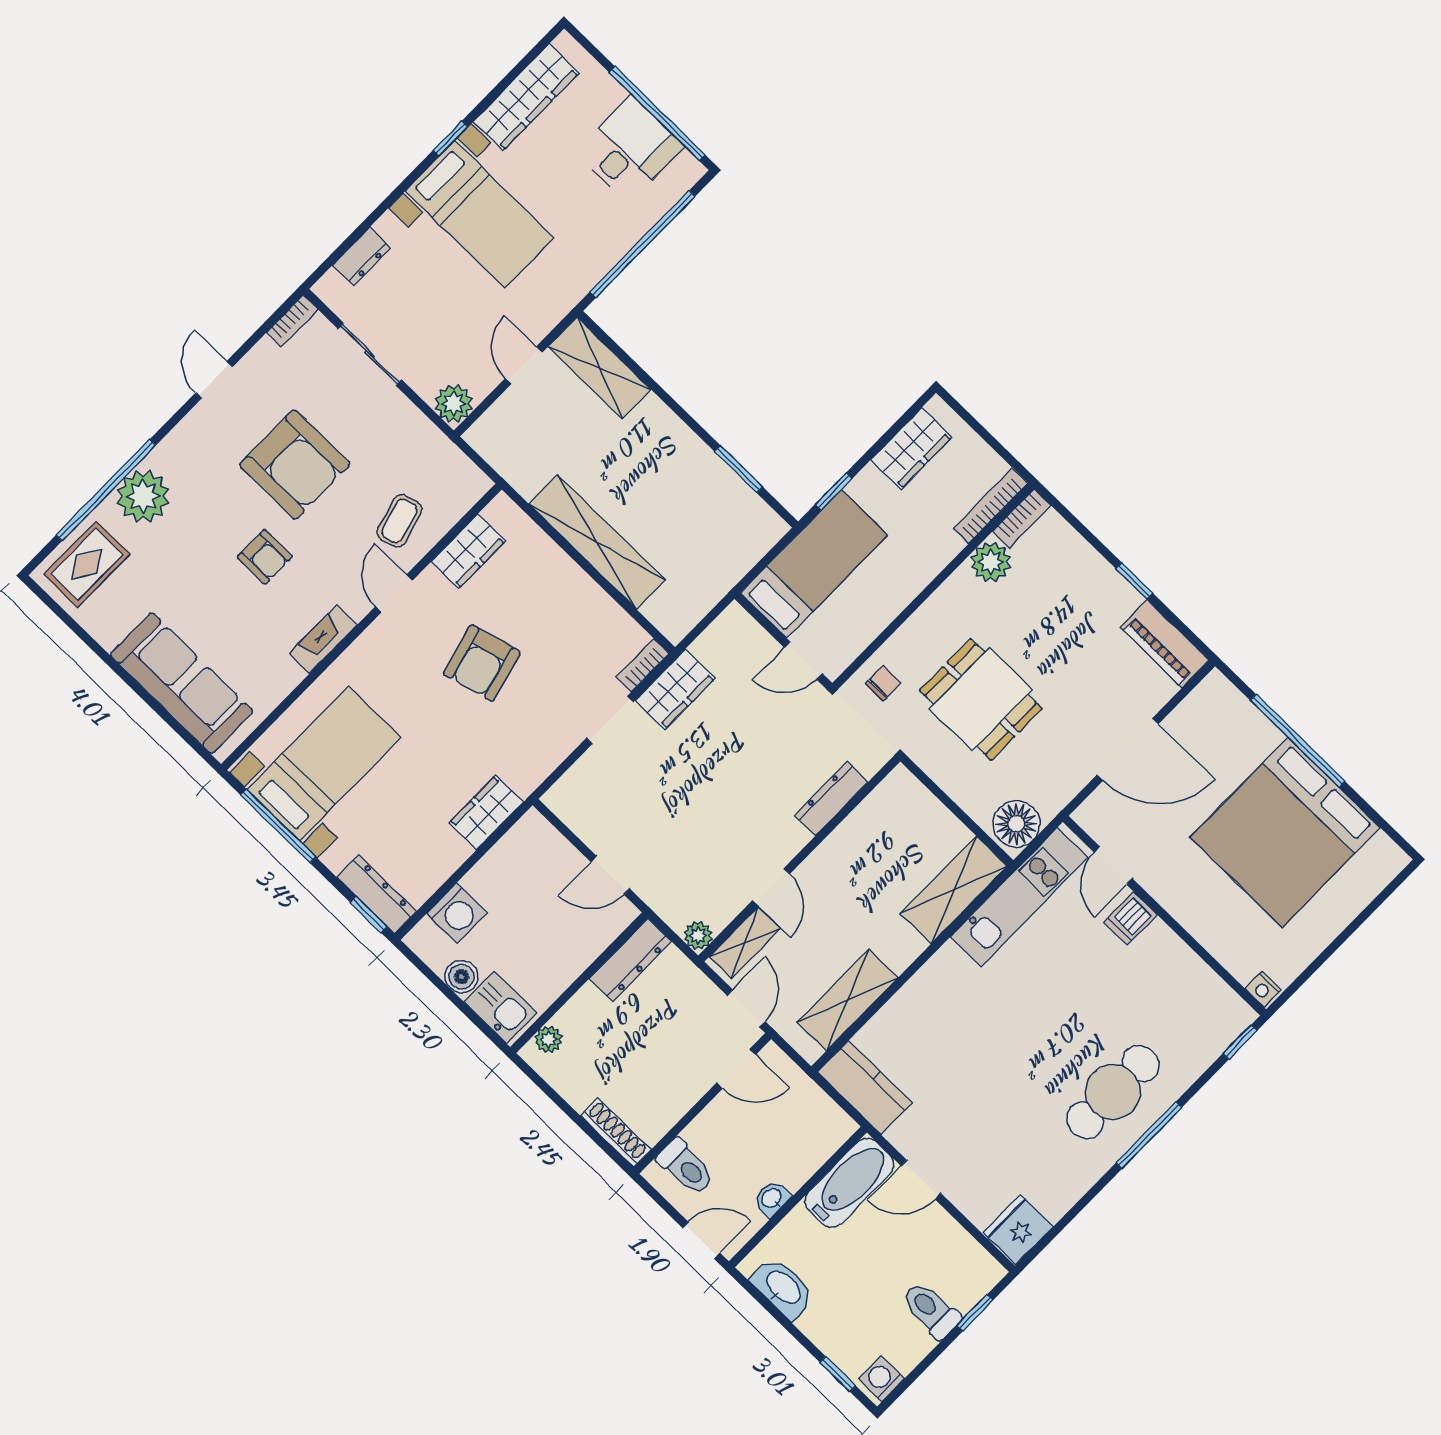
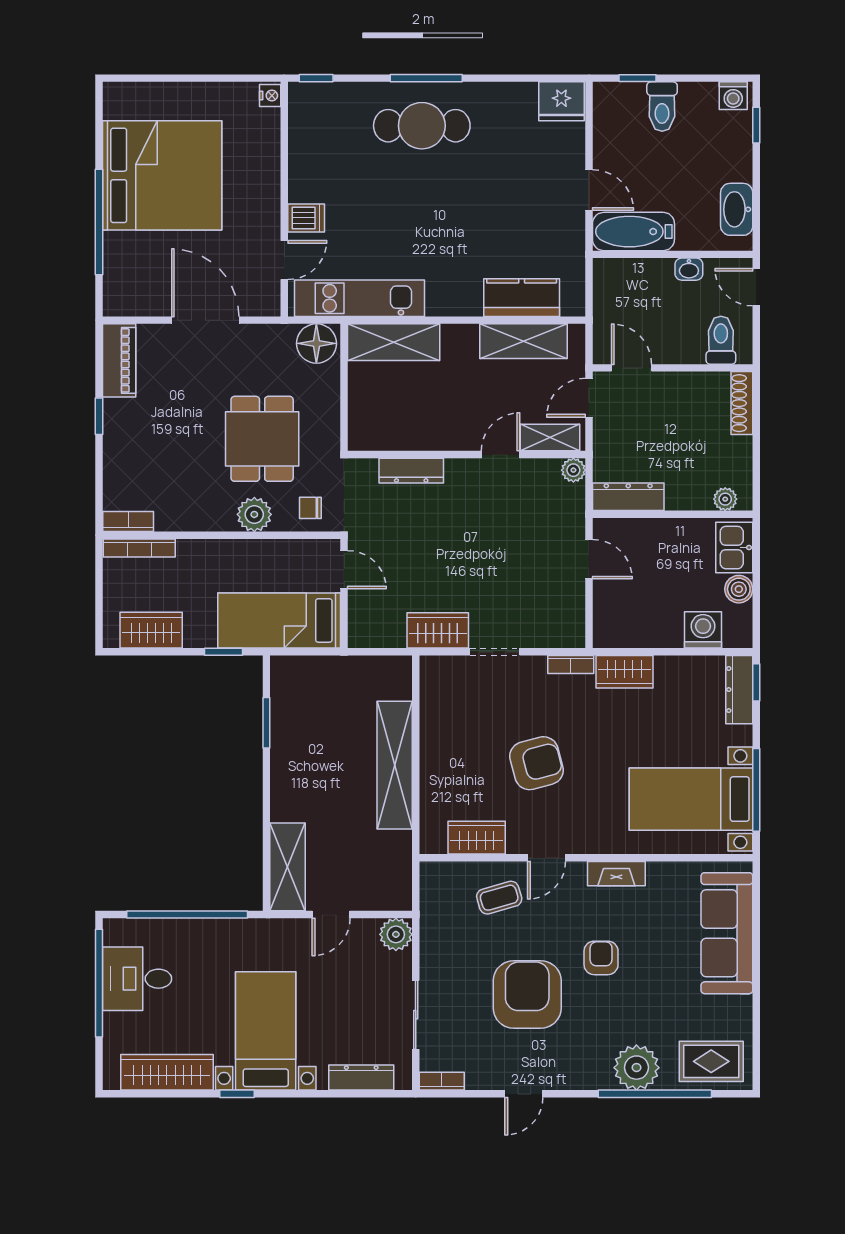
dresser: (362, 256) -> (361, 1078), width x1.44
plant: (991, 562) -> (254, 514), moved
bookcase: (643, 665) -> (571, 664), moved
kitchen counter: (865, 1088) -> (522, 298), moved, turned 90

